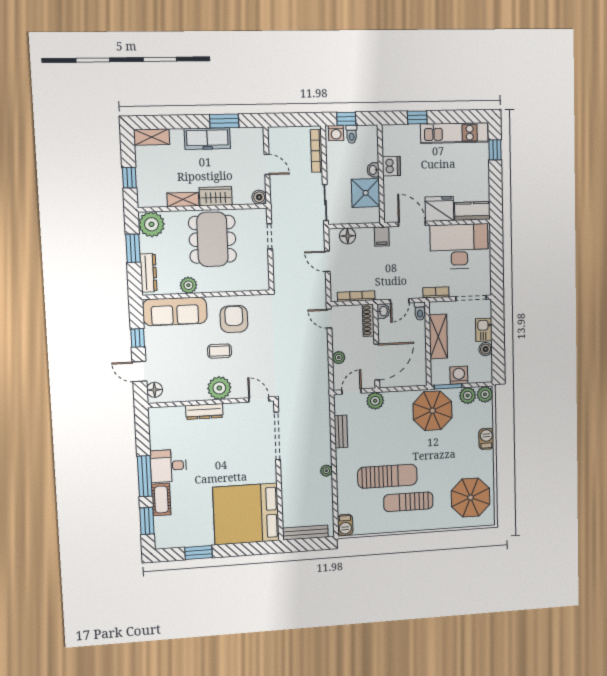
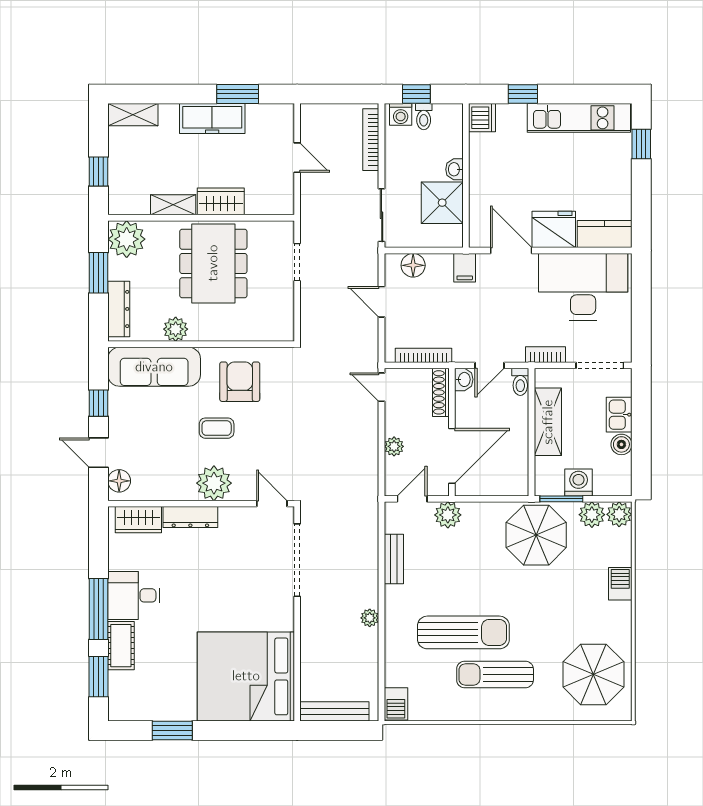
dishwasher: (391, 166) -> (482, 118), moved
boiler: (259, 197) -> (284, 205), removed
wardrobe: (169, 415) -> (138, 520), added

